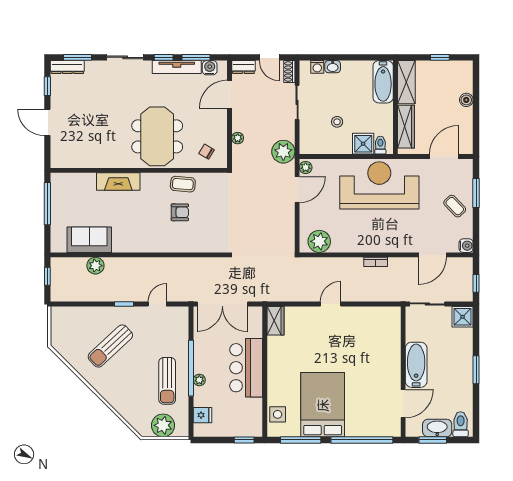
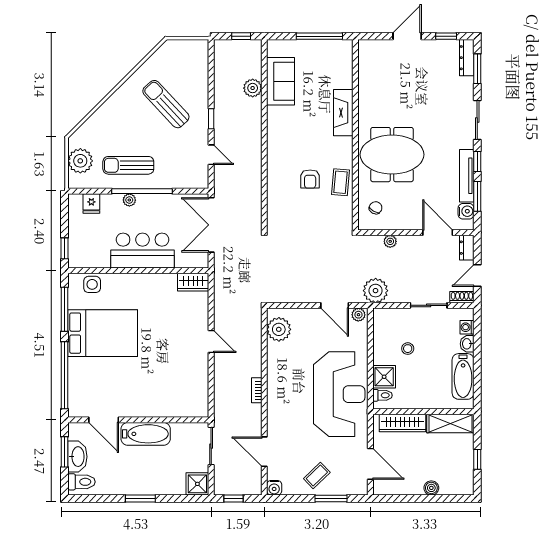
bathtub: (383, 82) -> (463, 376), moved, turned -90

